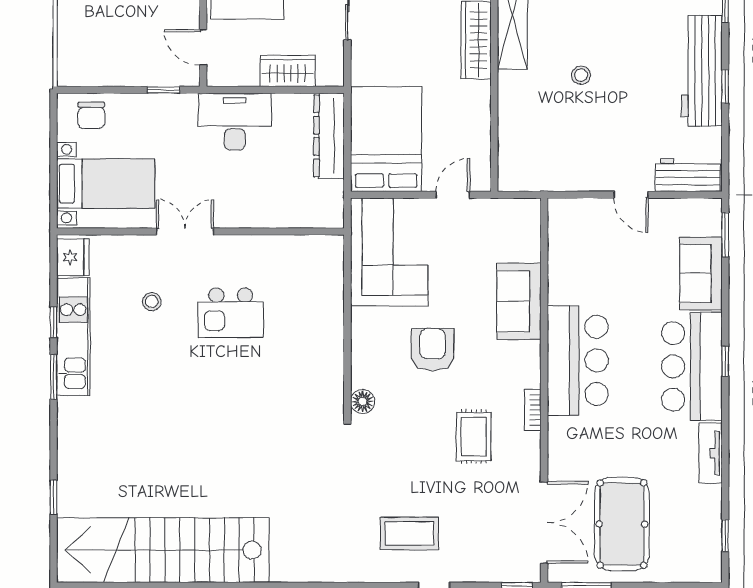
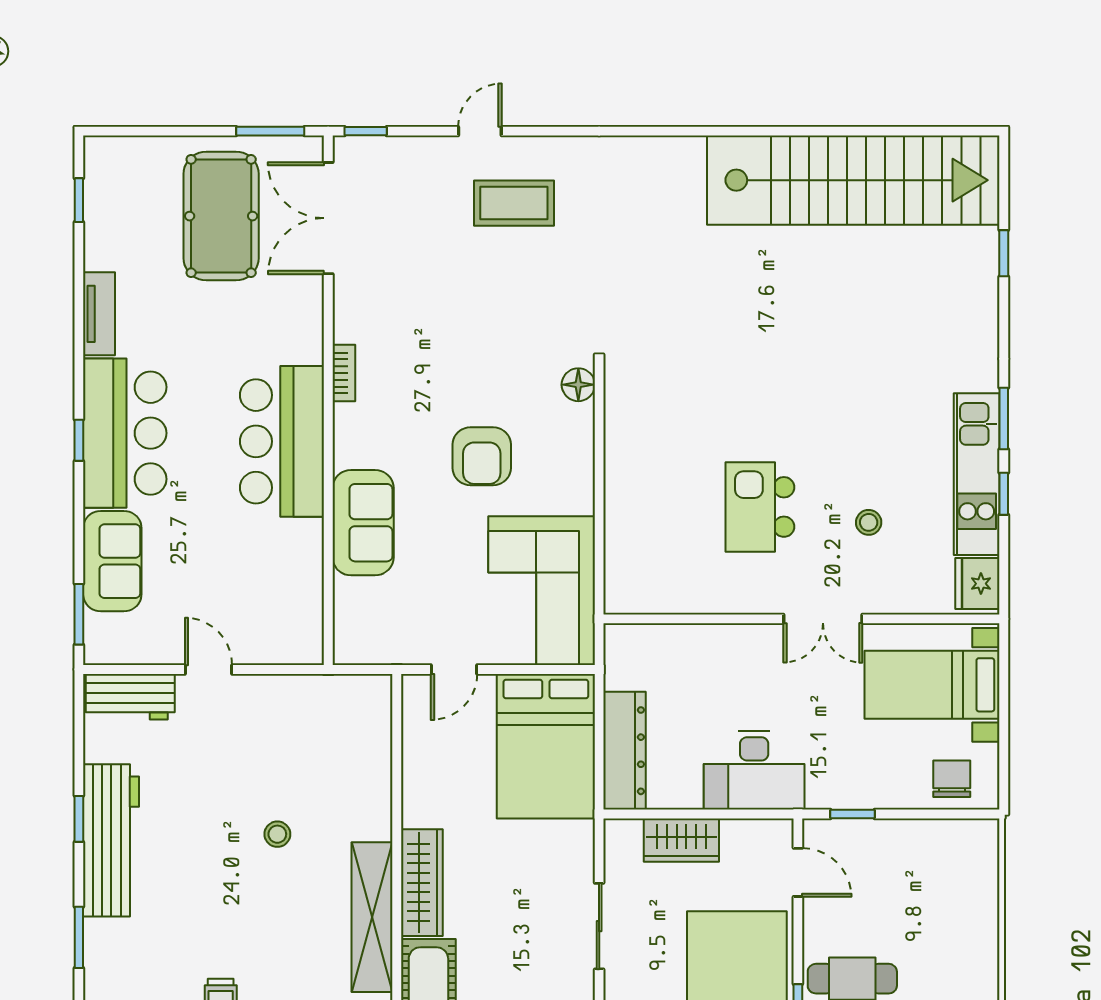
kitchen island: (231, 313) -> (760, 507), turned -90
rug: (474, 437) -> (425, 336), removed

